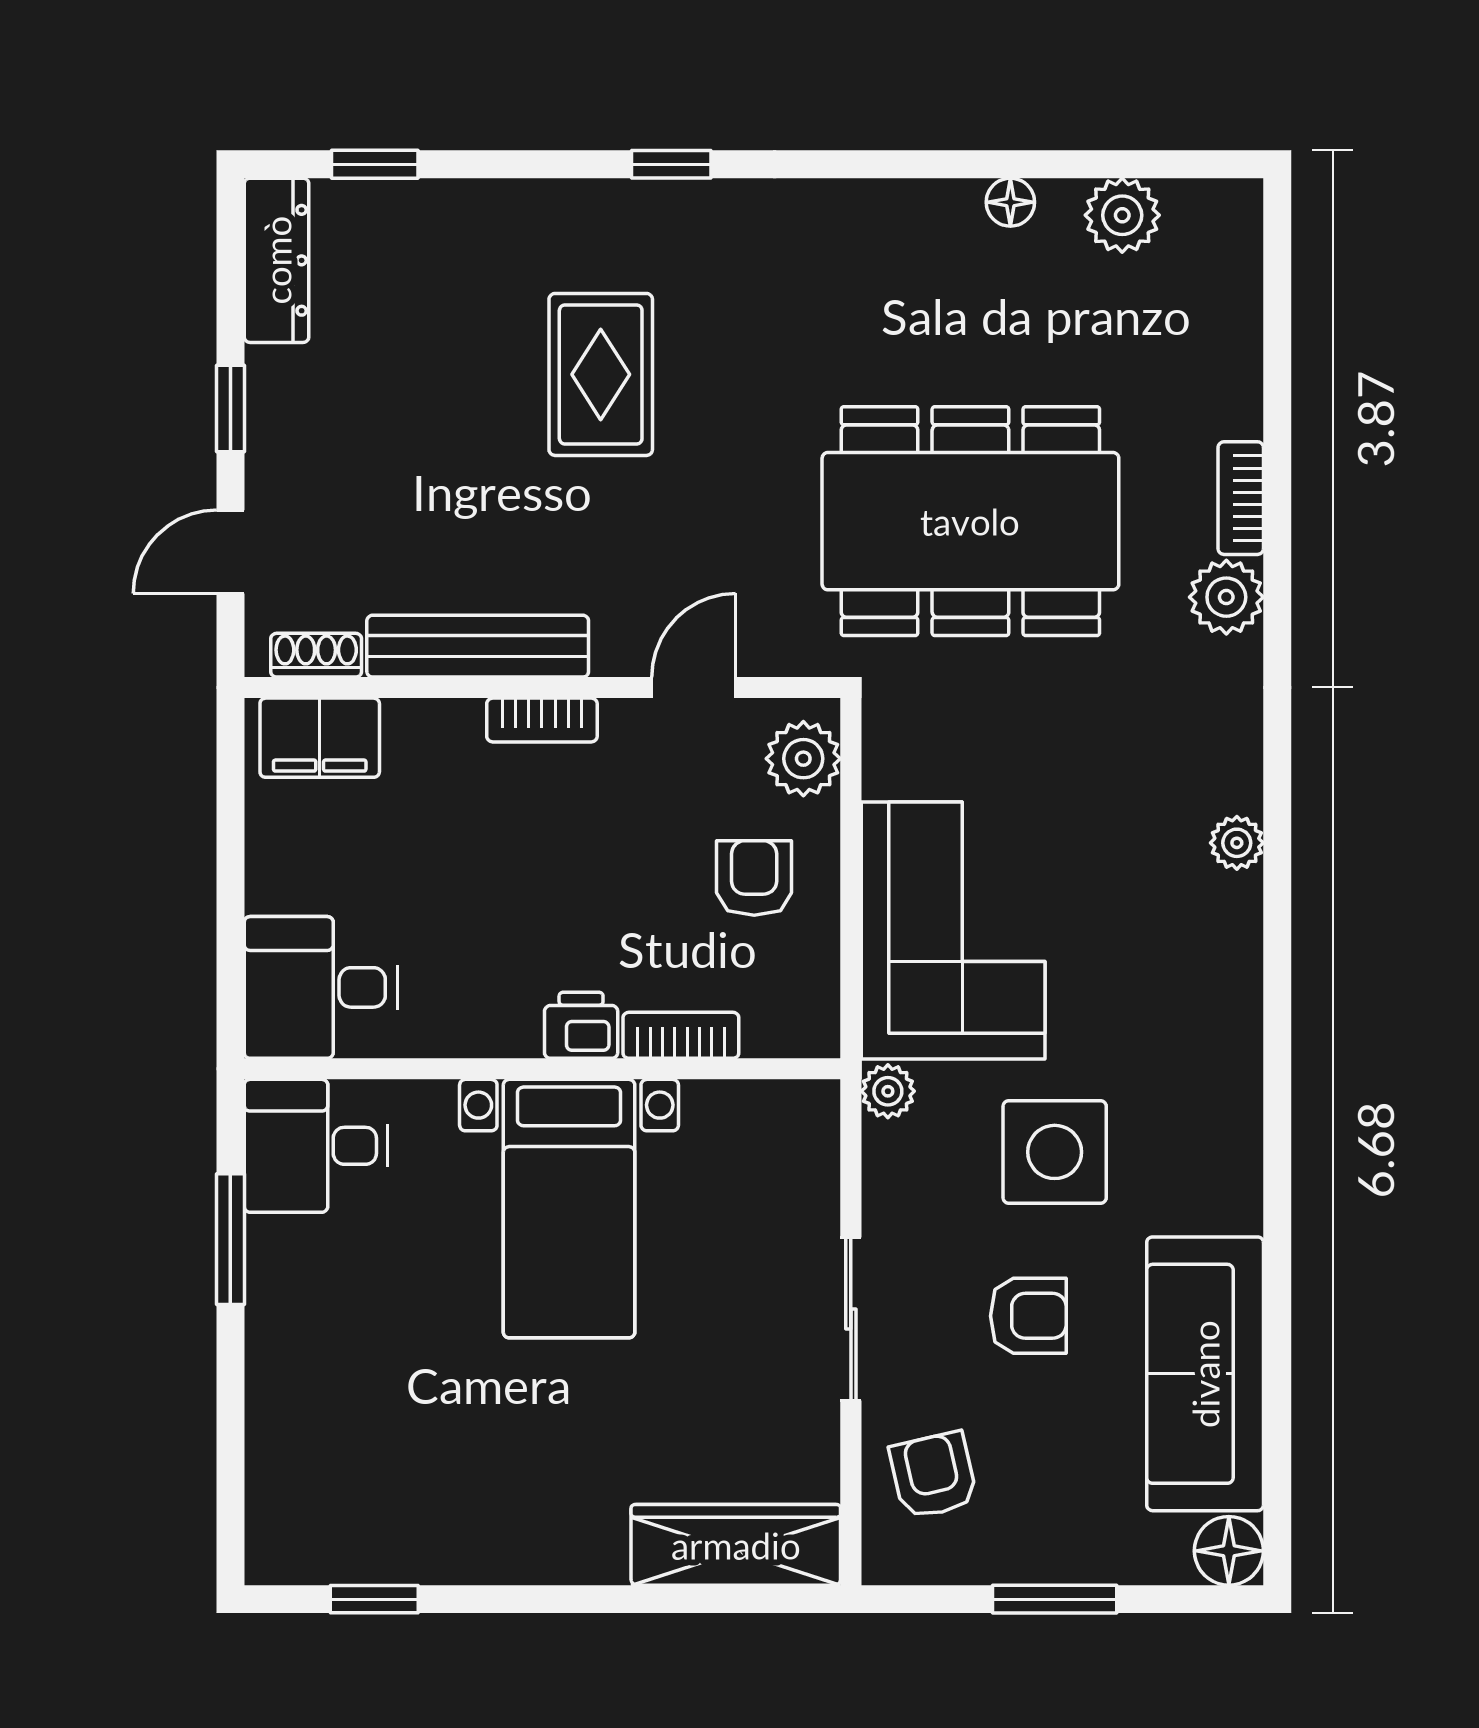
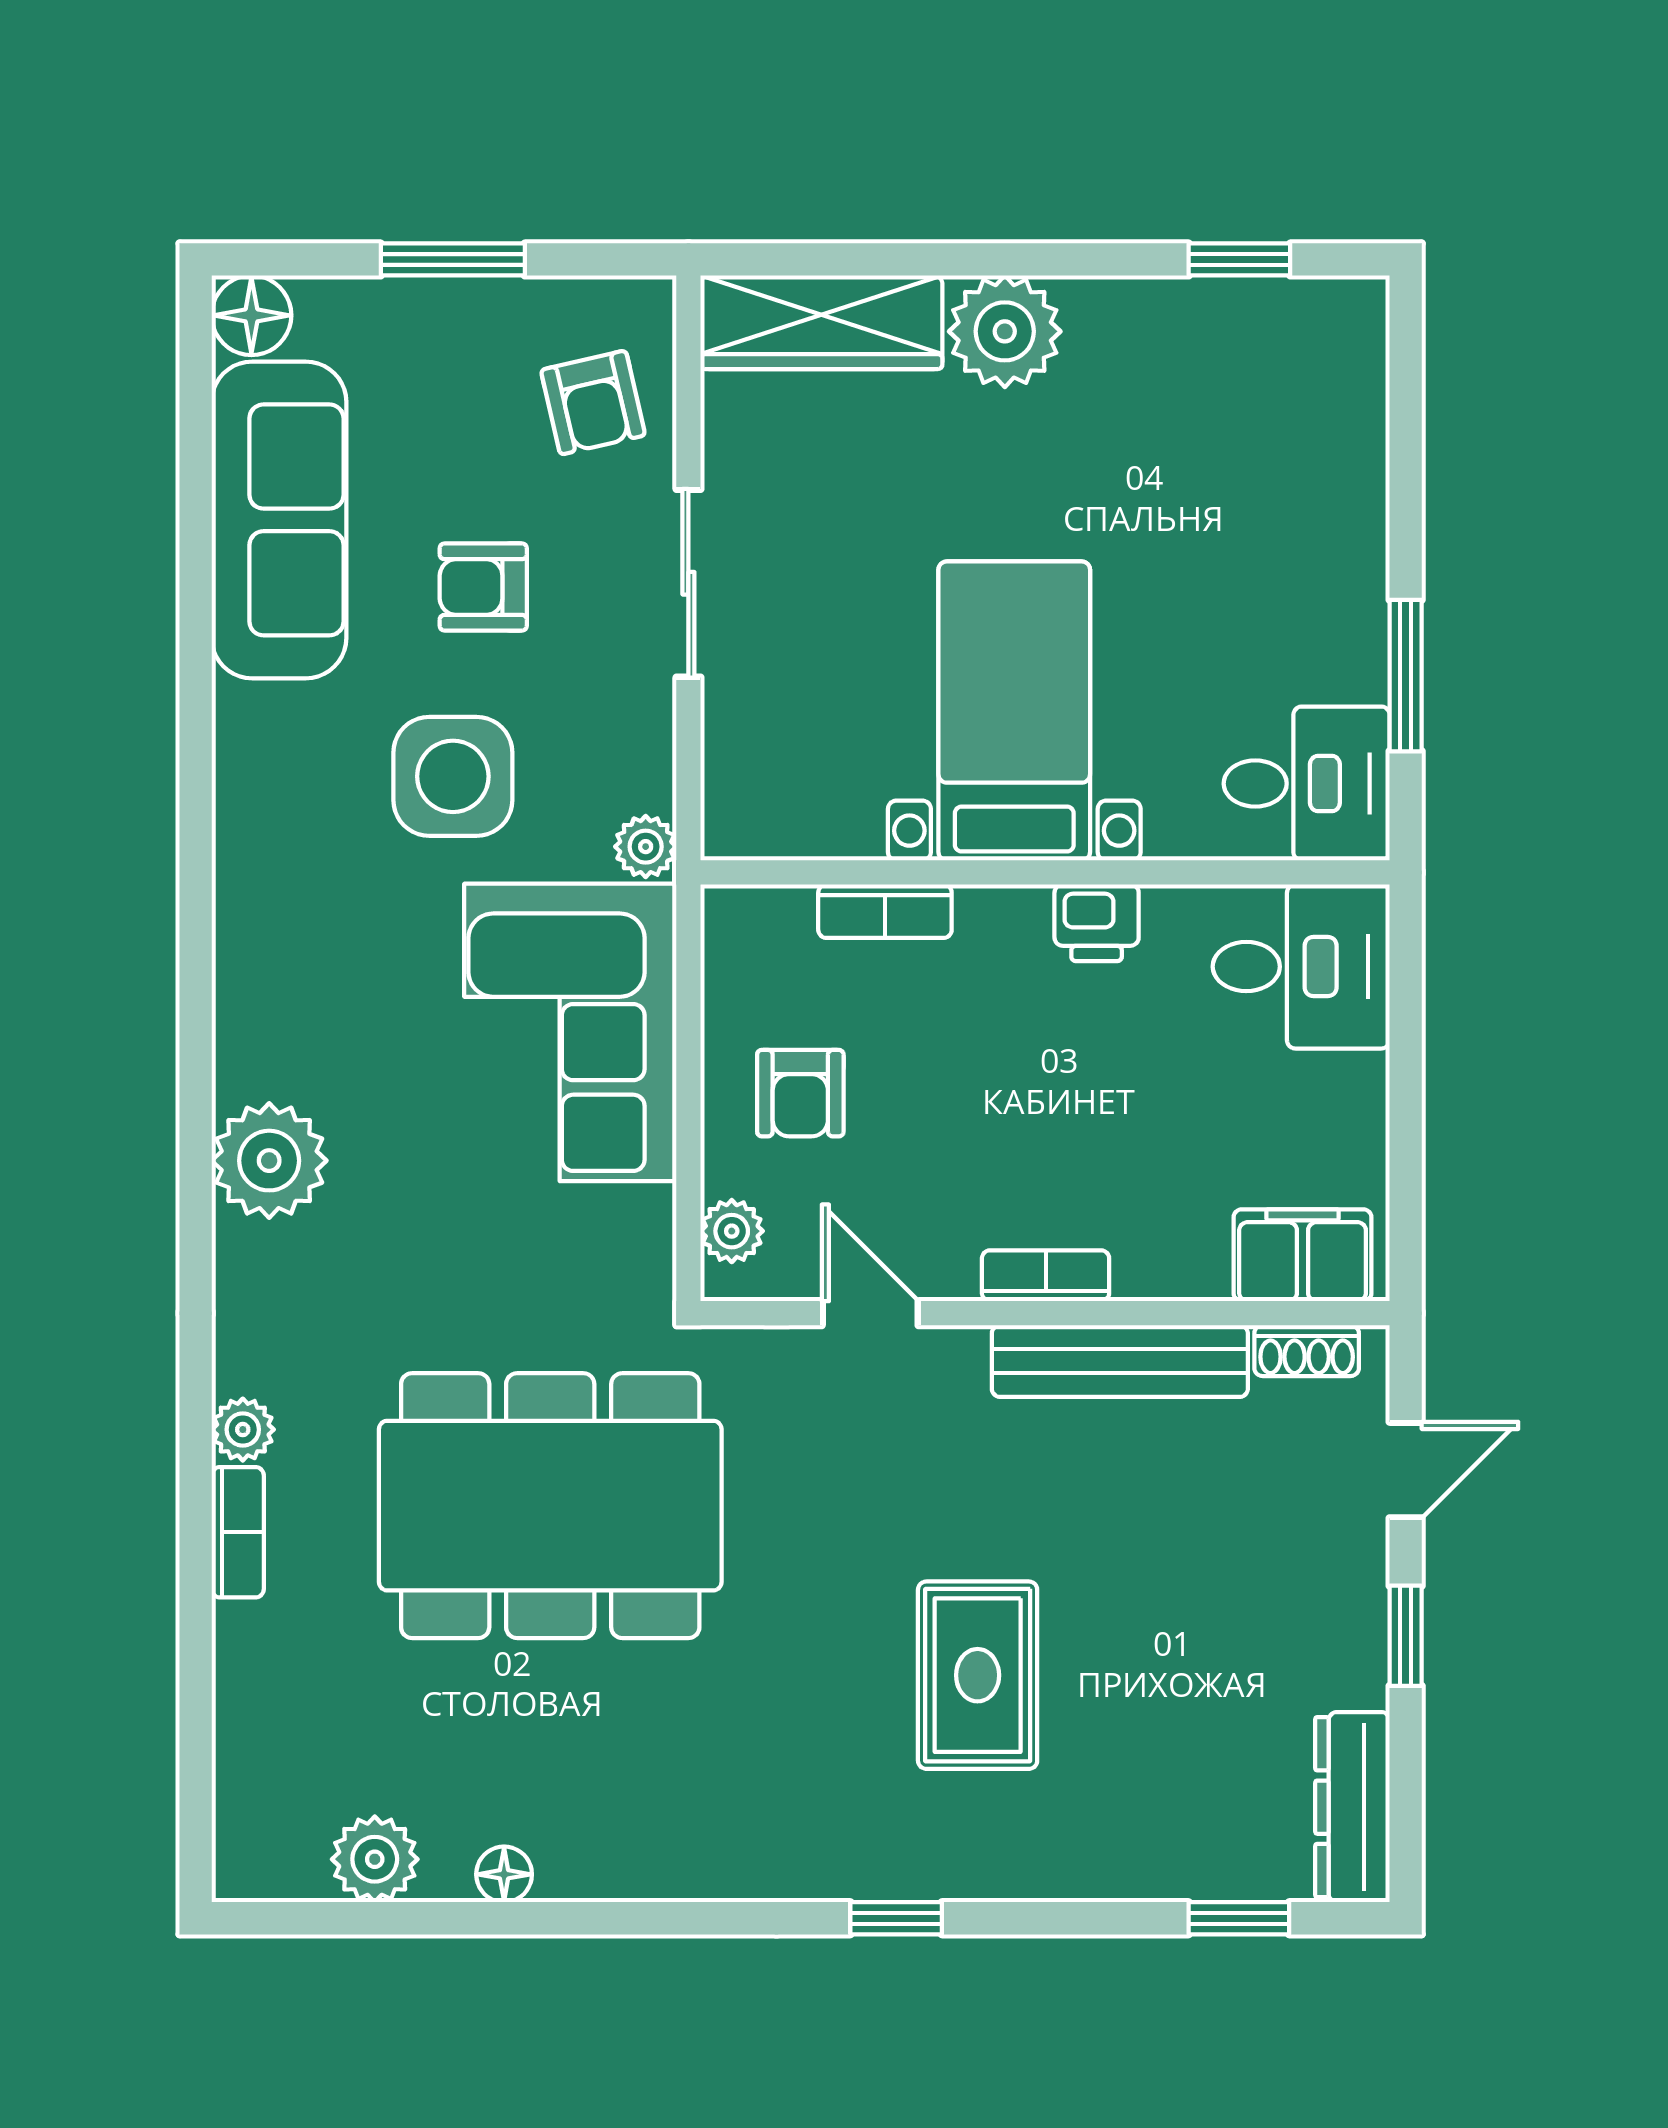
plant: (1226, 597) -> (243, 1430), width x0.73, depth x0.73
door: (694, 688) -> (870, 1313), swing flipped
plant: (803, 759) -> (732, 1231), width x0.73, depth x0.73
plant: (1237, 843) -> (269, 1161), width x1.88, depth x1.88
printer: (581, 1025) -> (1097, 923), moved
plant: (577, 1537) -> (1005, 331), added

